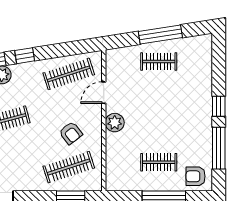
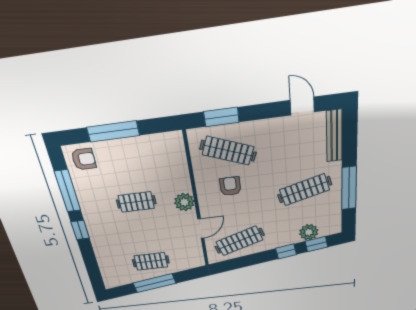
armchair: (71, 133) -> (230, 186), turned 38
clothes rail: (159, 162) -> (136, 202), moved
clothes rail: (69, 167) -> (228, 151), turned 39

